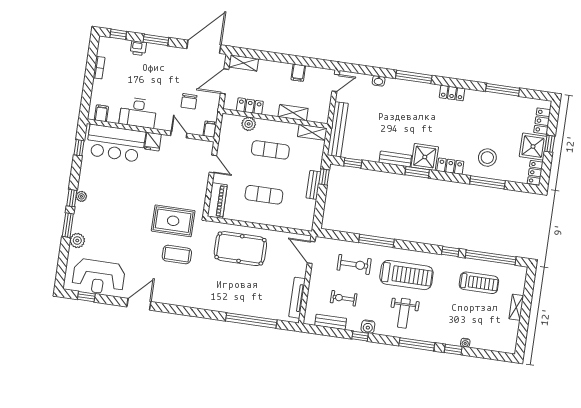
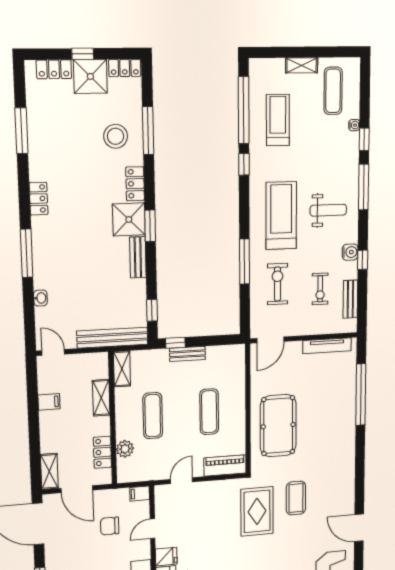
chair: (189, 101) -> (110, 526), turned 180
exercise mat: (494, 329) -> (333, 91), added

